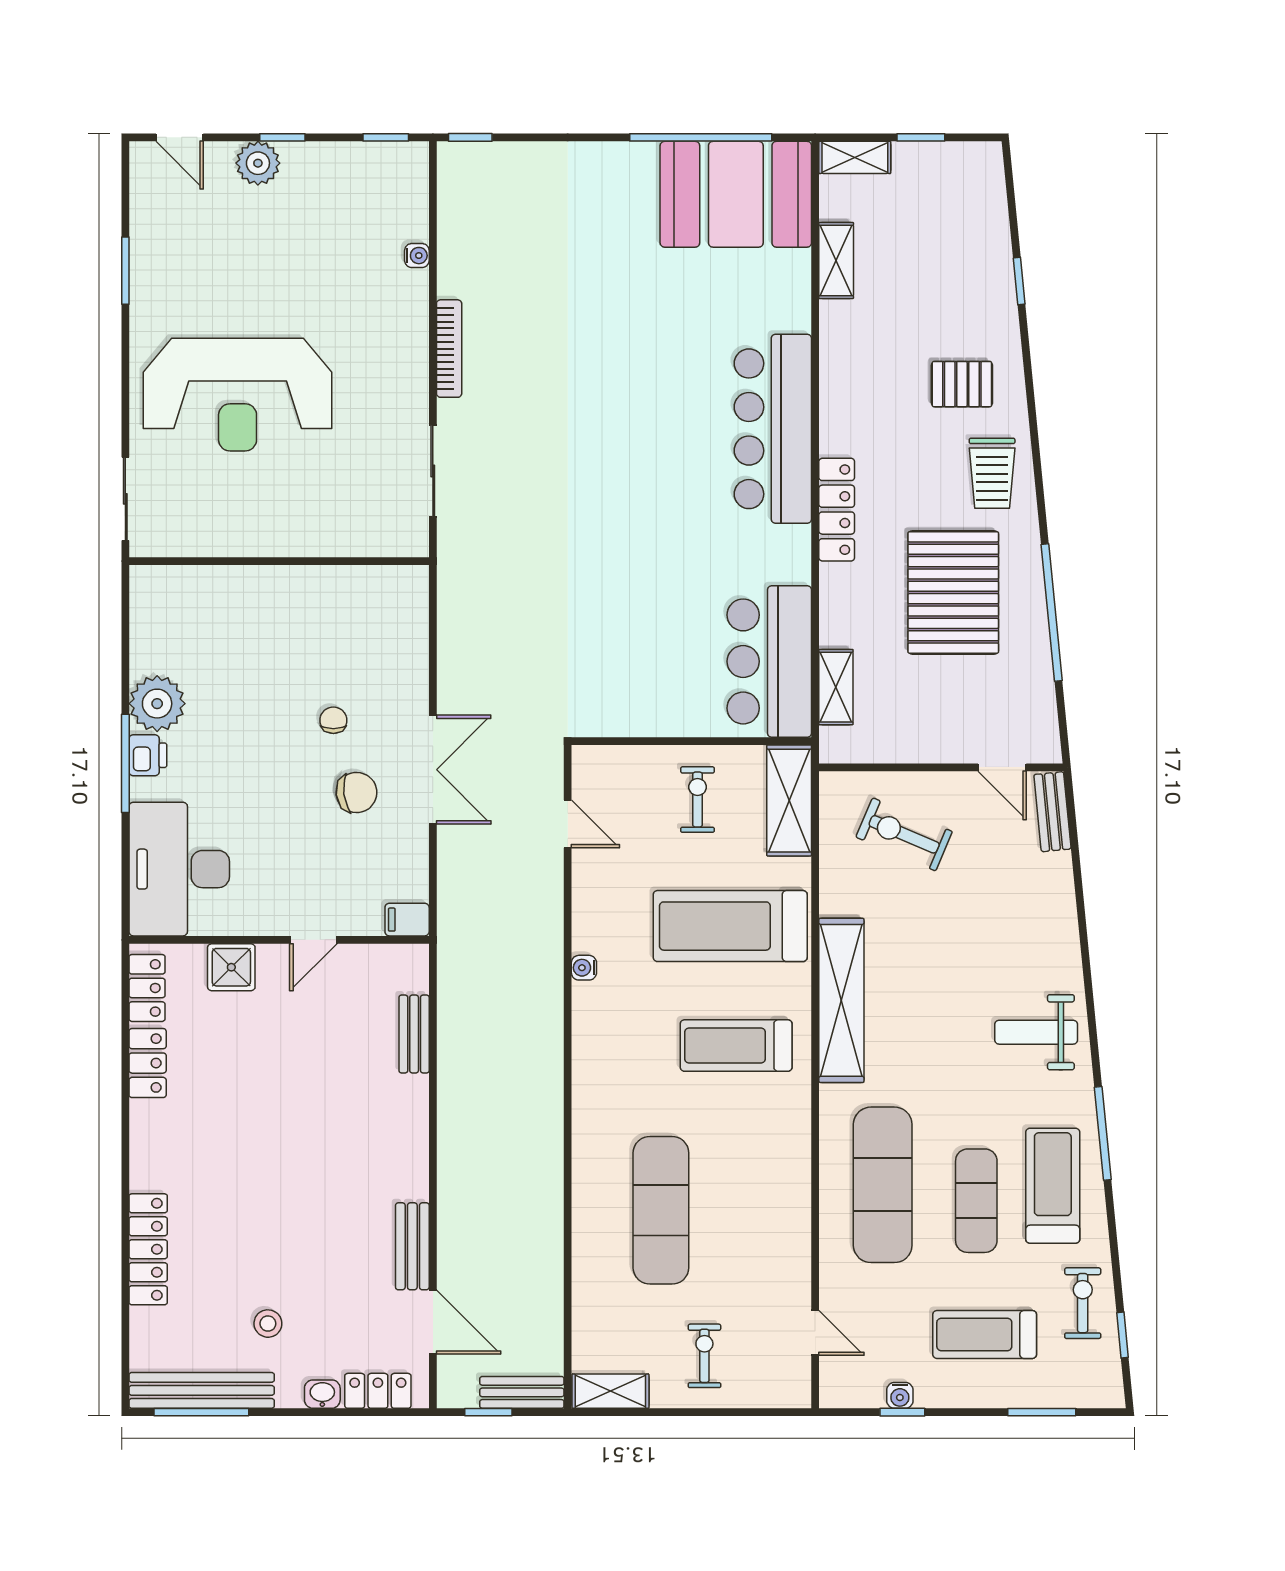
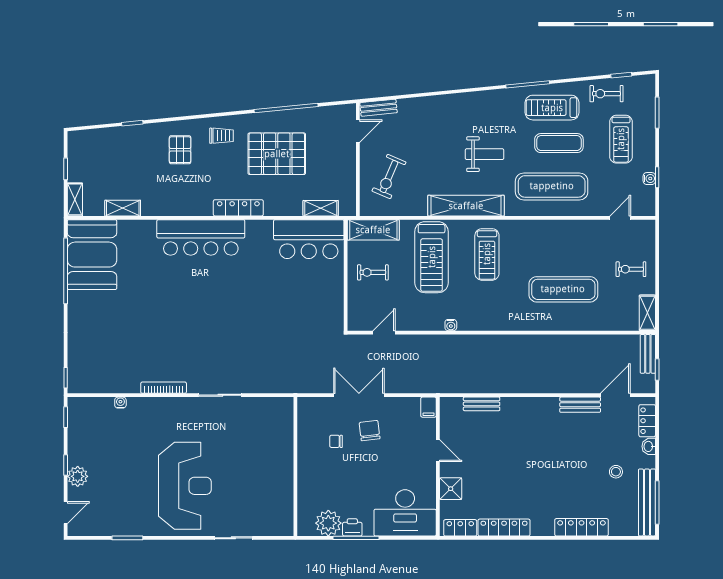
trolley: (992, 473) -> (221, 136), width x0.73, depth x0.72
wall: (279, 561) -> (295, 467), moved
weight bench: (1036, 1032) -> (484, 154), moved, turned -90
locker: (148, 1063) -> (504, 528), width x1.53

